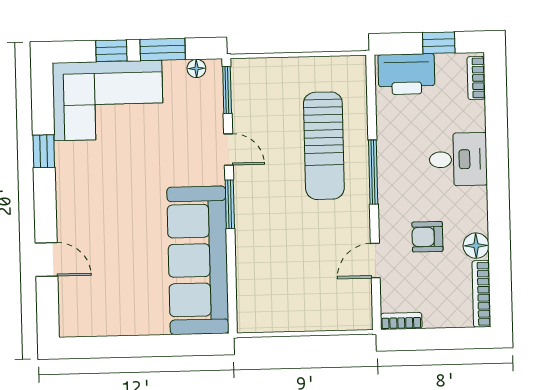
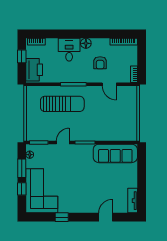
floor lamp: (476, 246) -> (86, 43), moved
sofa: (198, 260) -> (115, 153), width x0.74, depth x0.79
tv unit: (89, 325) -> (133, 201), added

